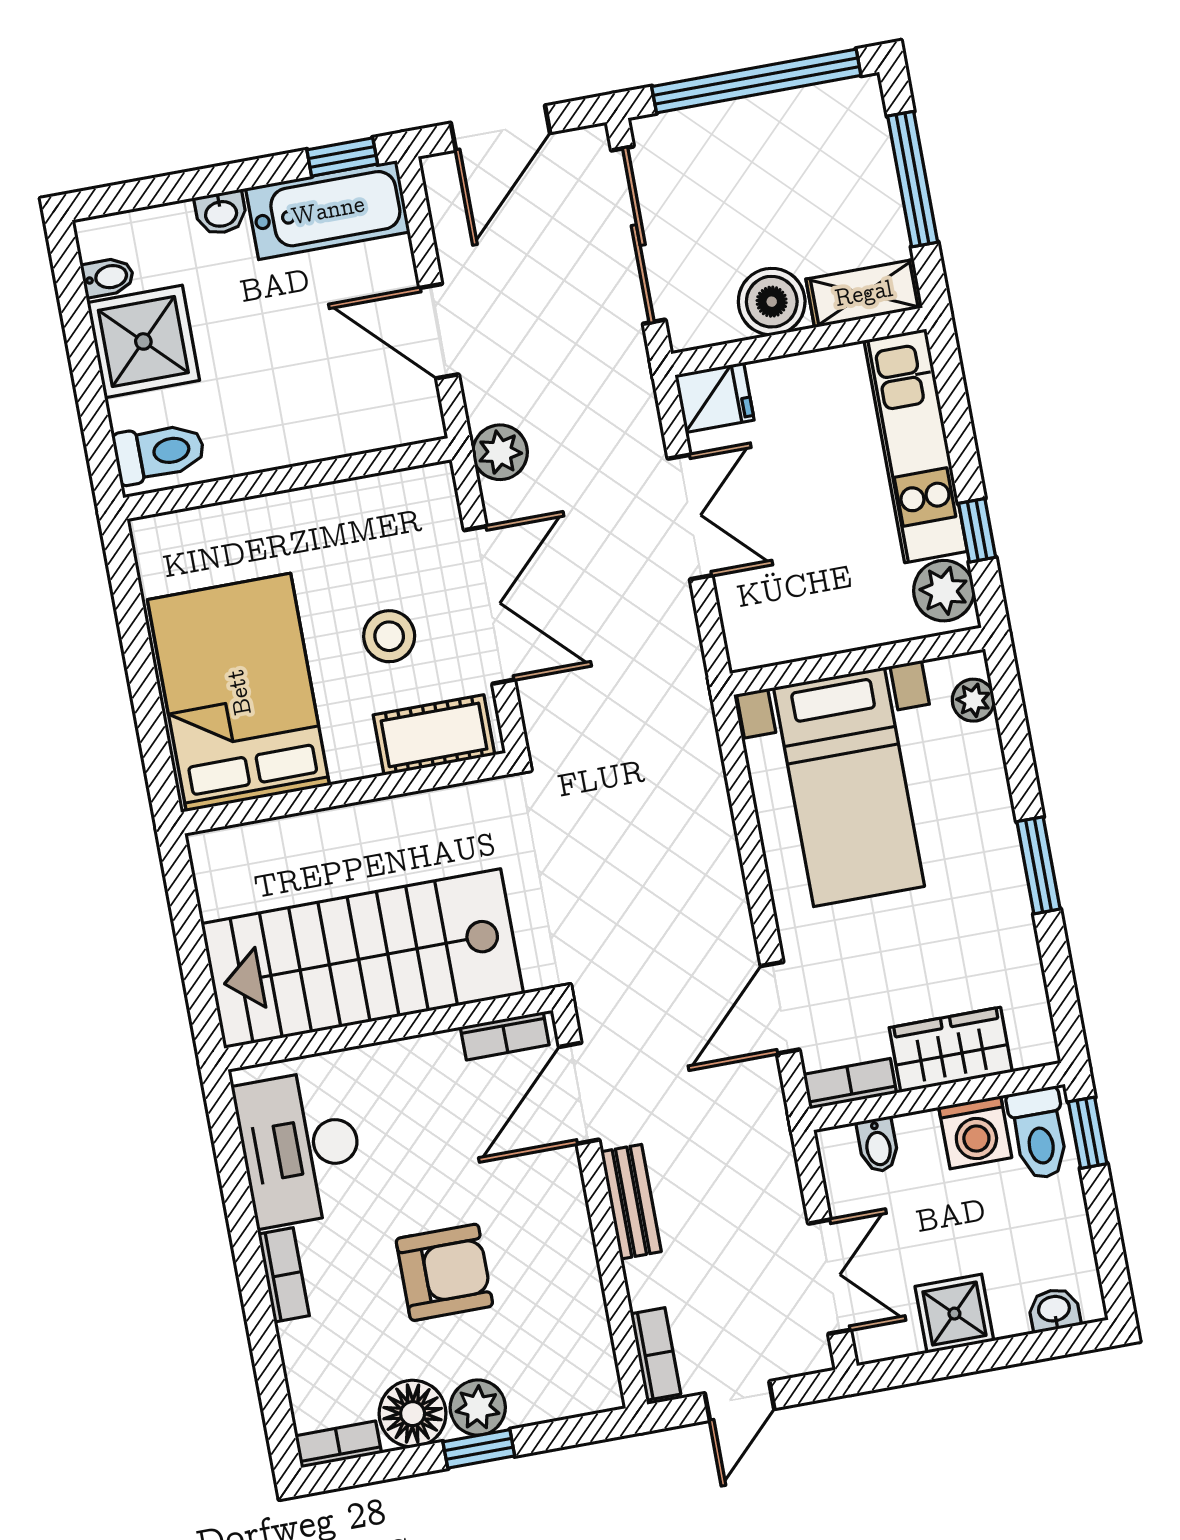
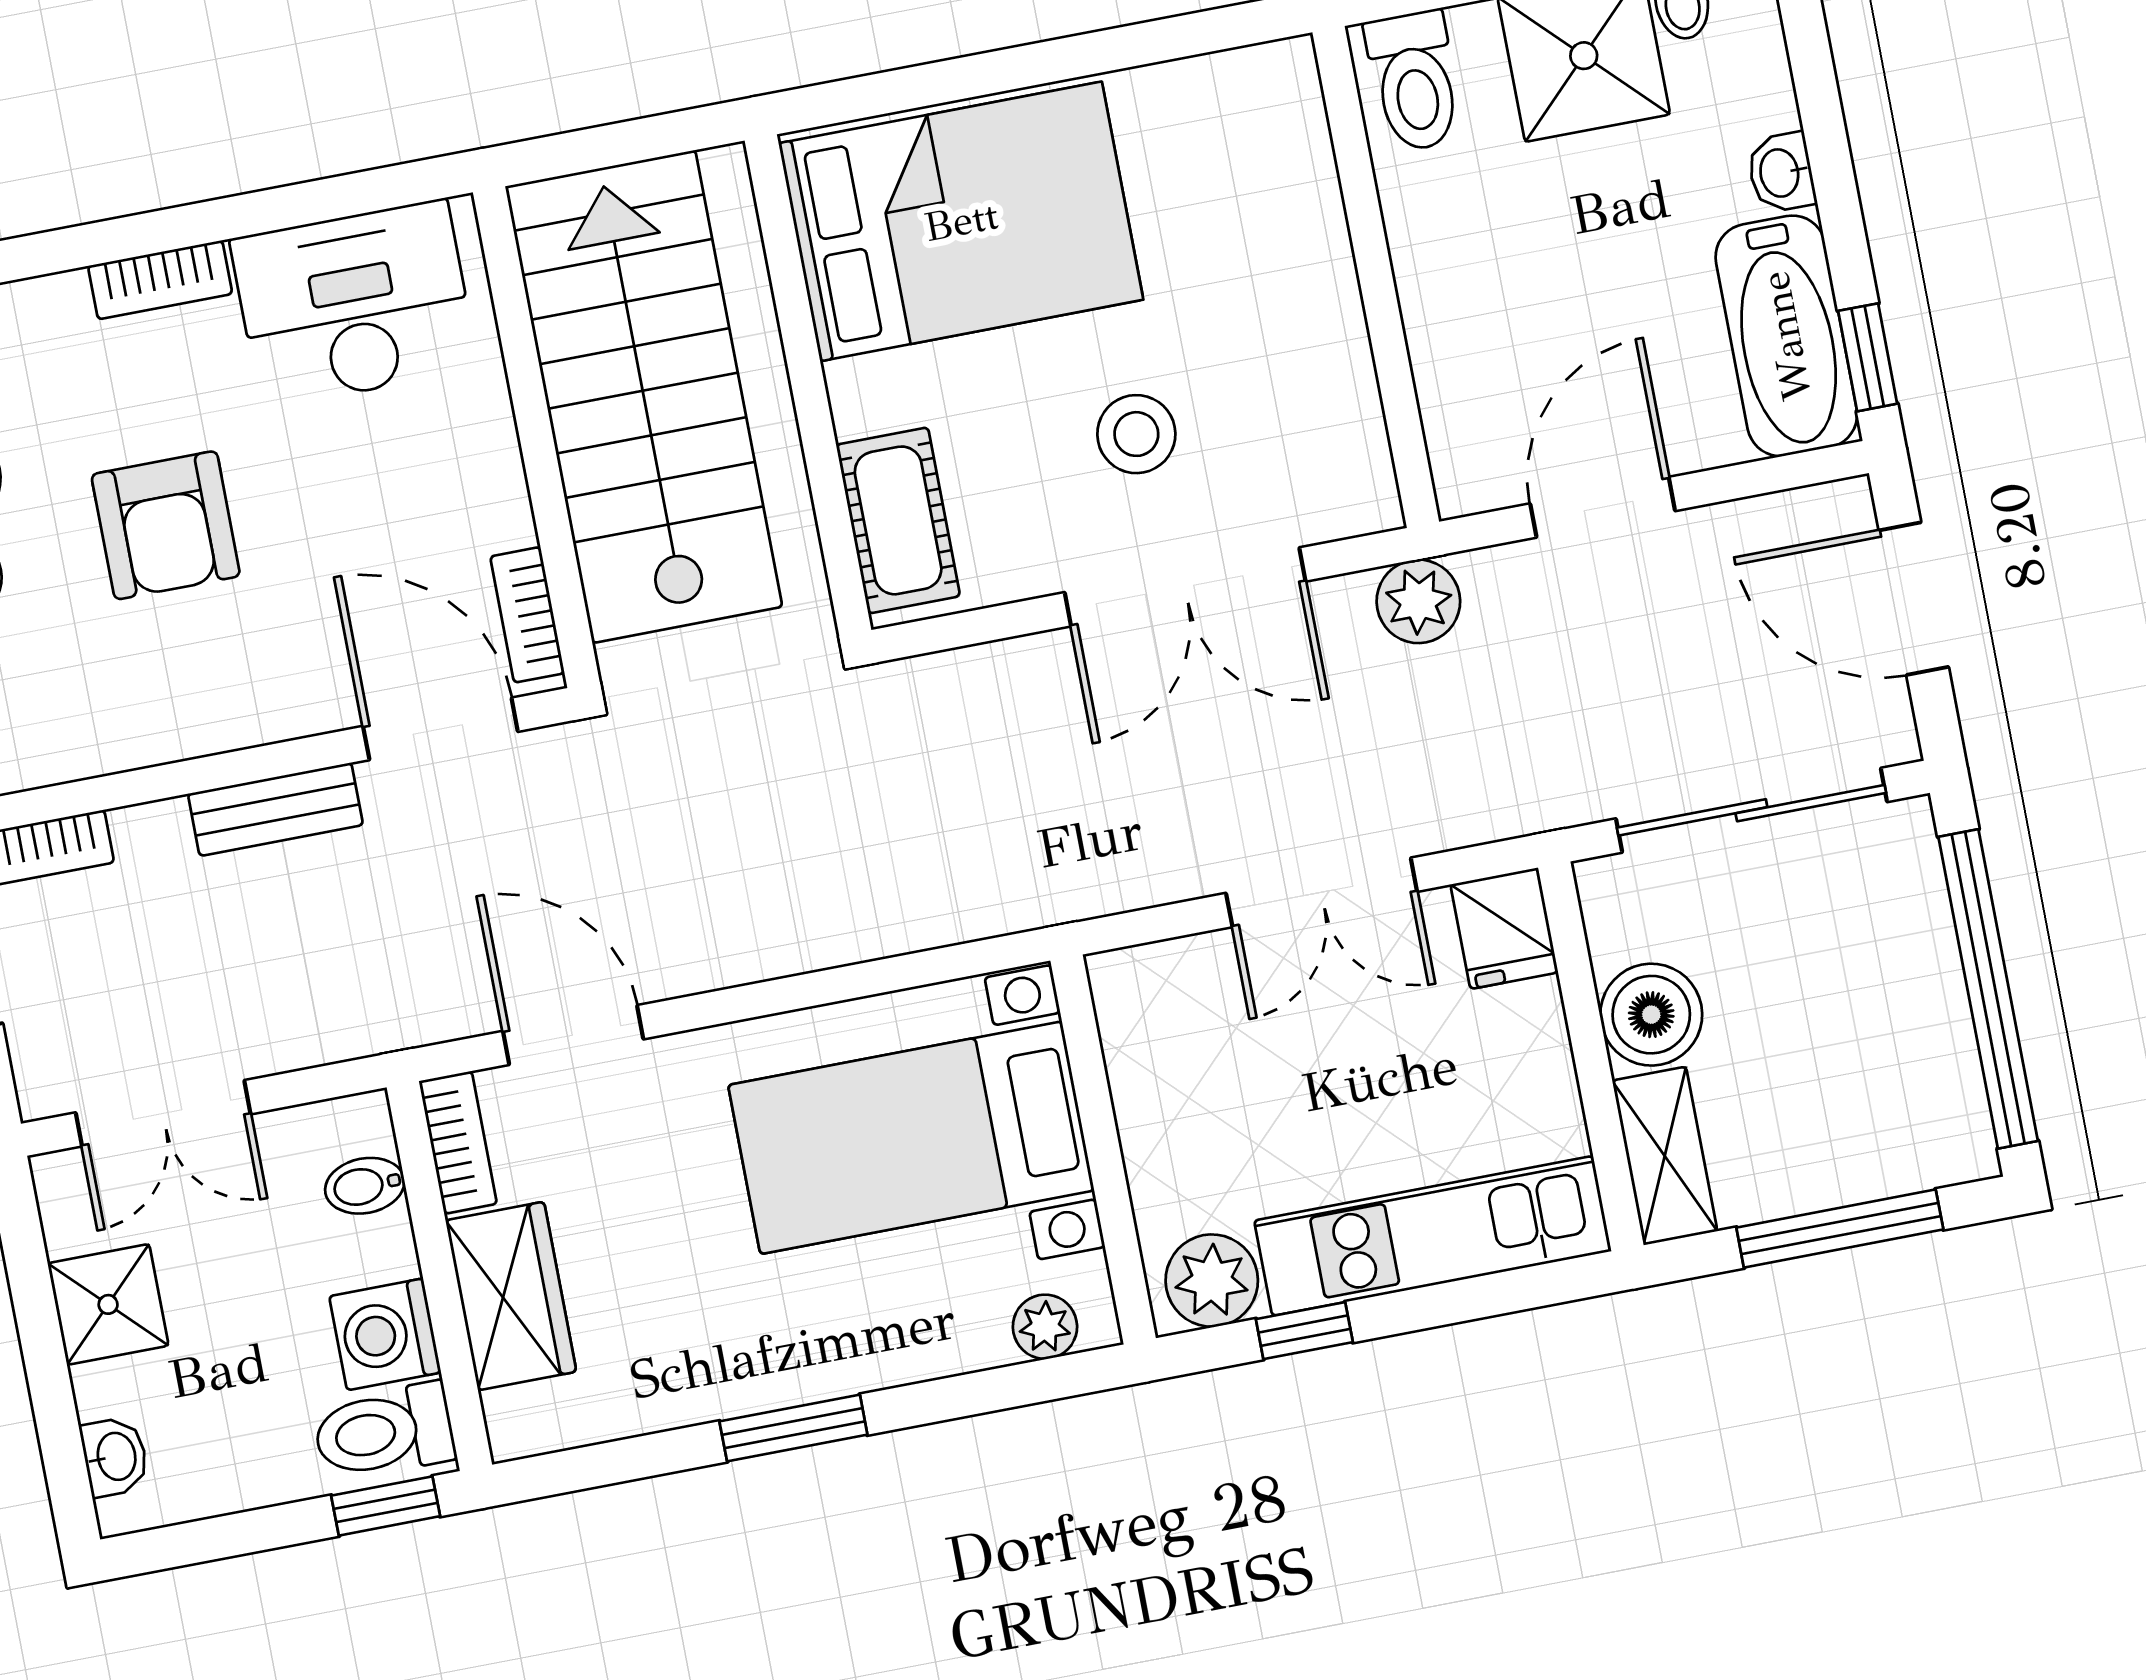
bed: (239, 692) -> (961, 221), moved
cot: (434, 735) -> (898, 520), moved
wall: (345, 793) -> (808, 385), moved

